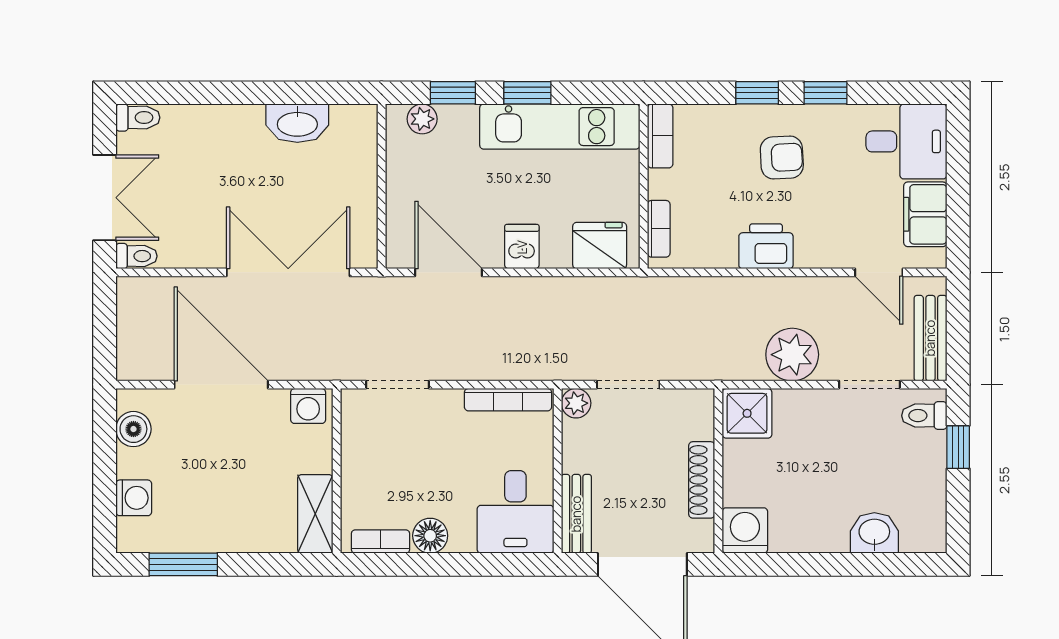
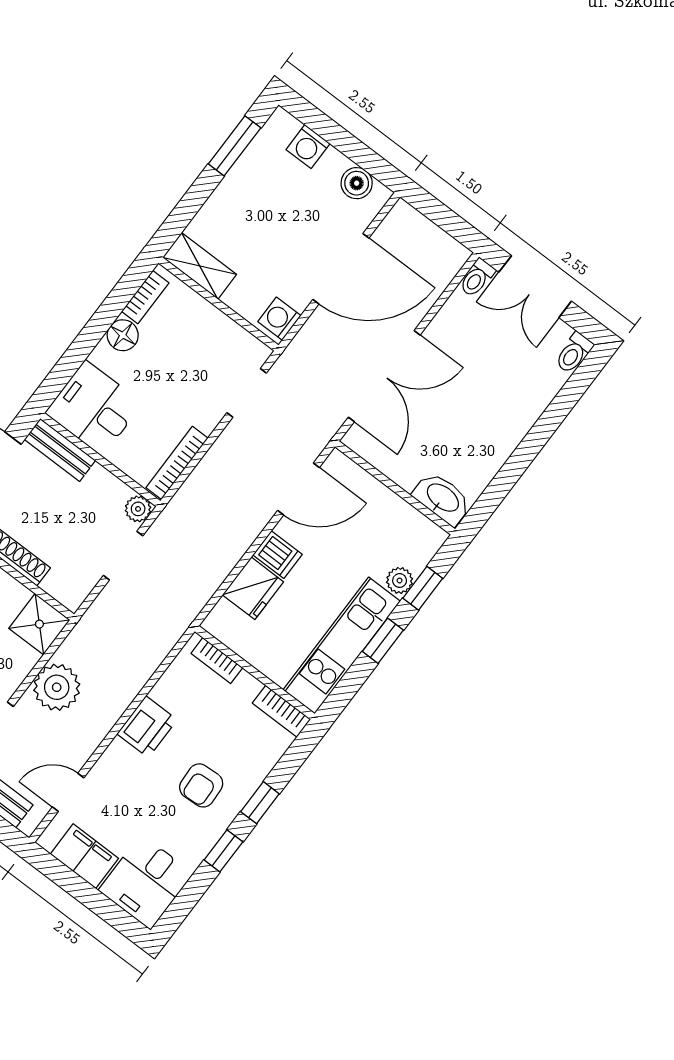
plant: (422, 119) -> (400, 580), moved
washbasin: (297, 123) -> (442, 498), moved, turned 90
fridge: (600, 246) -> (253, 588), moved

